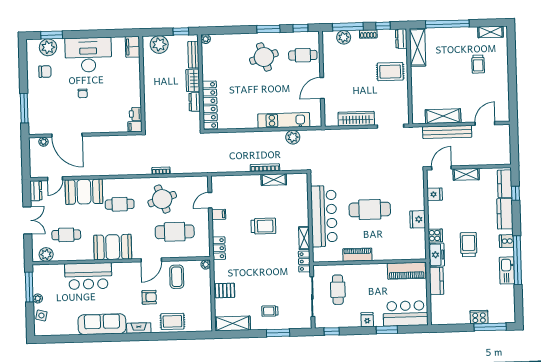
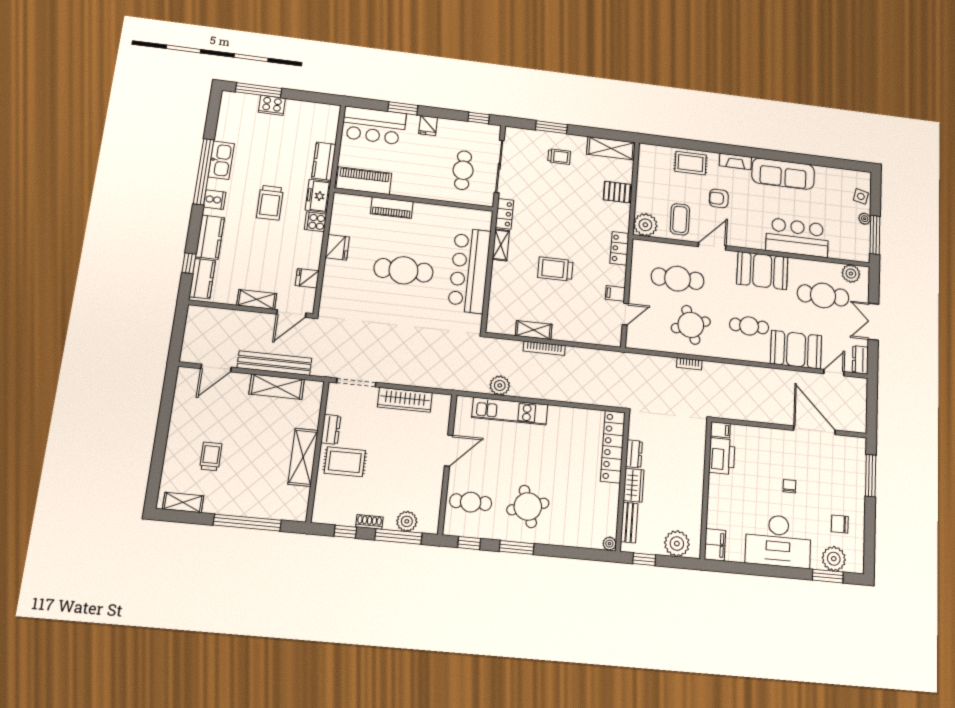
dresser: (401, 39) -> (331, 429), moved
shelving: (418, 47) -> (303, 457), moved
printer: (135, 114) -> (722, 456), width x1.87, depth x1.48
plant: (44, 142) -> (847, 425), removed
cafe table: (66, 235) -> (823, 295), width x1.37, depth x1.35
piano: (357, 255) -> (392, 208), moved
plant: (206, 265) -> (645, 225), width x1.87, depth x1.87

